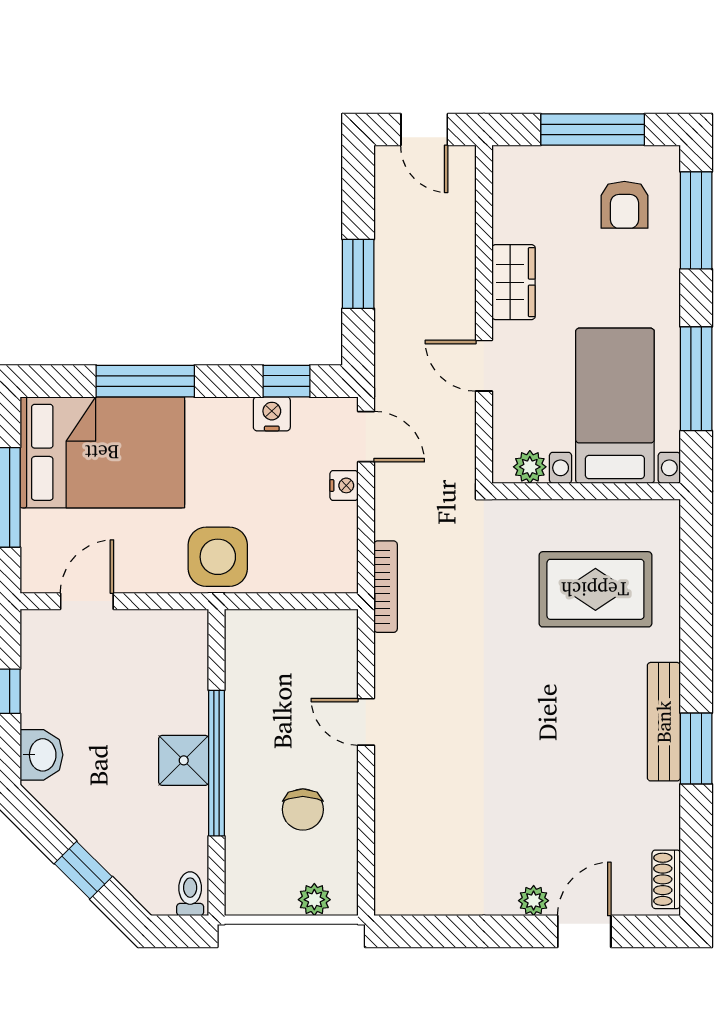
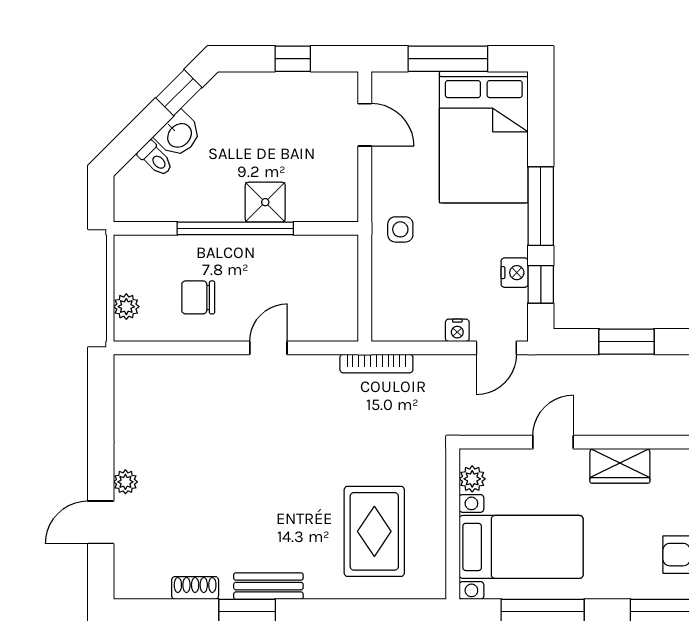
window: (145, 381) -> (541, 206), moved
side table: (218, 557) -> (400, 229), width x0.54, depth x0.54
bench: (664, 722) -> (268, 586), width x0.73
washbasin: (41, 755) -> (179, 135), moved, turned -45
shower: (184, 760) -> (265, 202), moved
window: (83, 870) -> (179, 93), moved
shoe rack: (666, 879) -> (195, 588), moved
toilet: (190, 894) -> (155, 159), moved, turned 45
door: (584, 931) -> (101, 522), swing flipped

